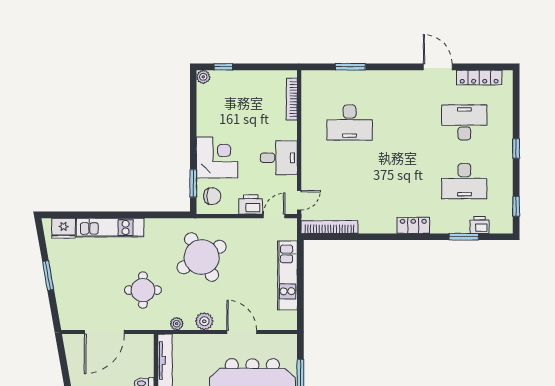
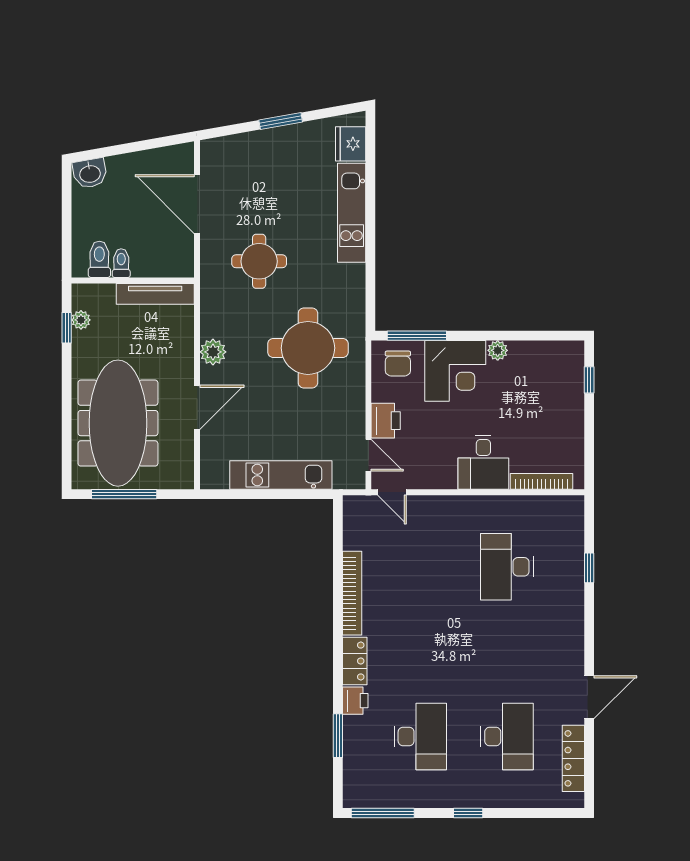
window: (350, 67) -> (589, 568), width x0.67
plant: (203, 77) -> (498, 350), moved
desk: (279, 158) -> (483, 462), moved
desk: (464, 181) -> (420, 736), turned 180
window: (193, 183) -> (417, 336), width x1.44
window: (516, 206) -> (383, 813), width x2.17
printer: (480, 225) -> (355, 701), moved
bookcase: (329, 227) -> (352, 593), moved
round table: (202, 257) -> (308, 348), turned 30
plant: (177, 324) -> (209, 311), removed

